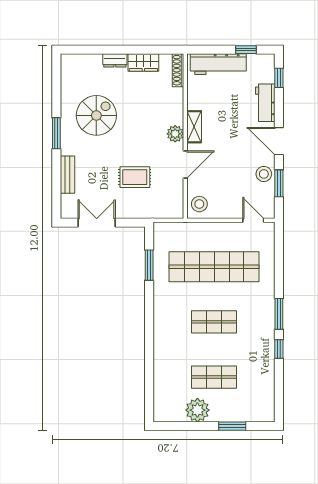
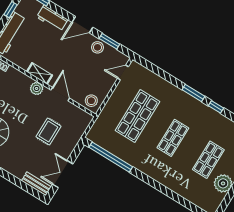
bench: (67, 175) -> (36, 184), moved
window: (149, 265) -> (111, 157), width x2.11
shop shelf: (214, 267) -> (137, 116), width x0.71

